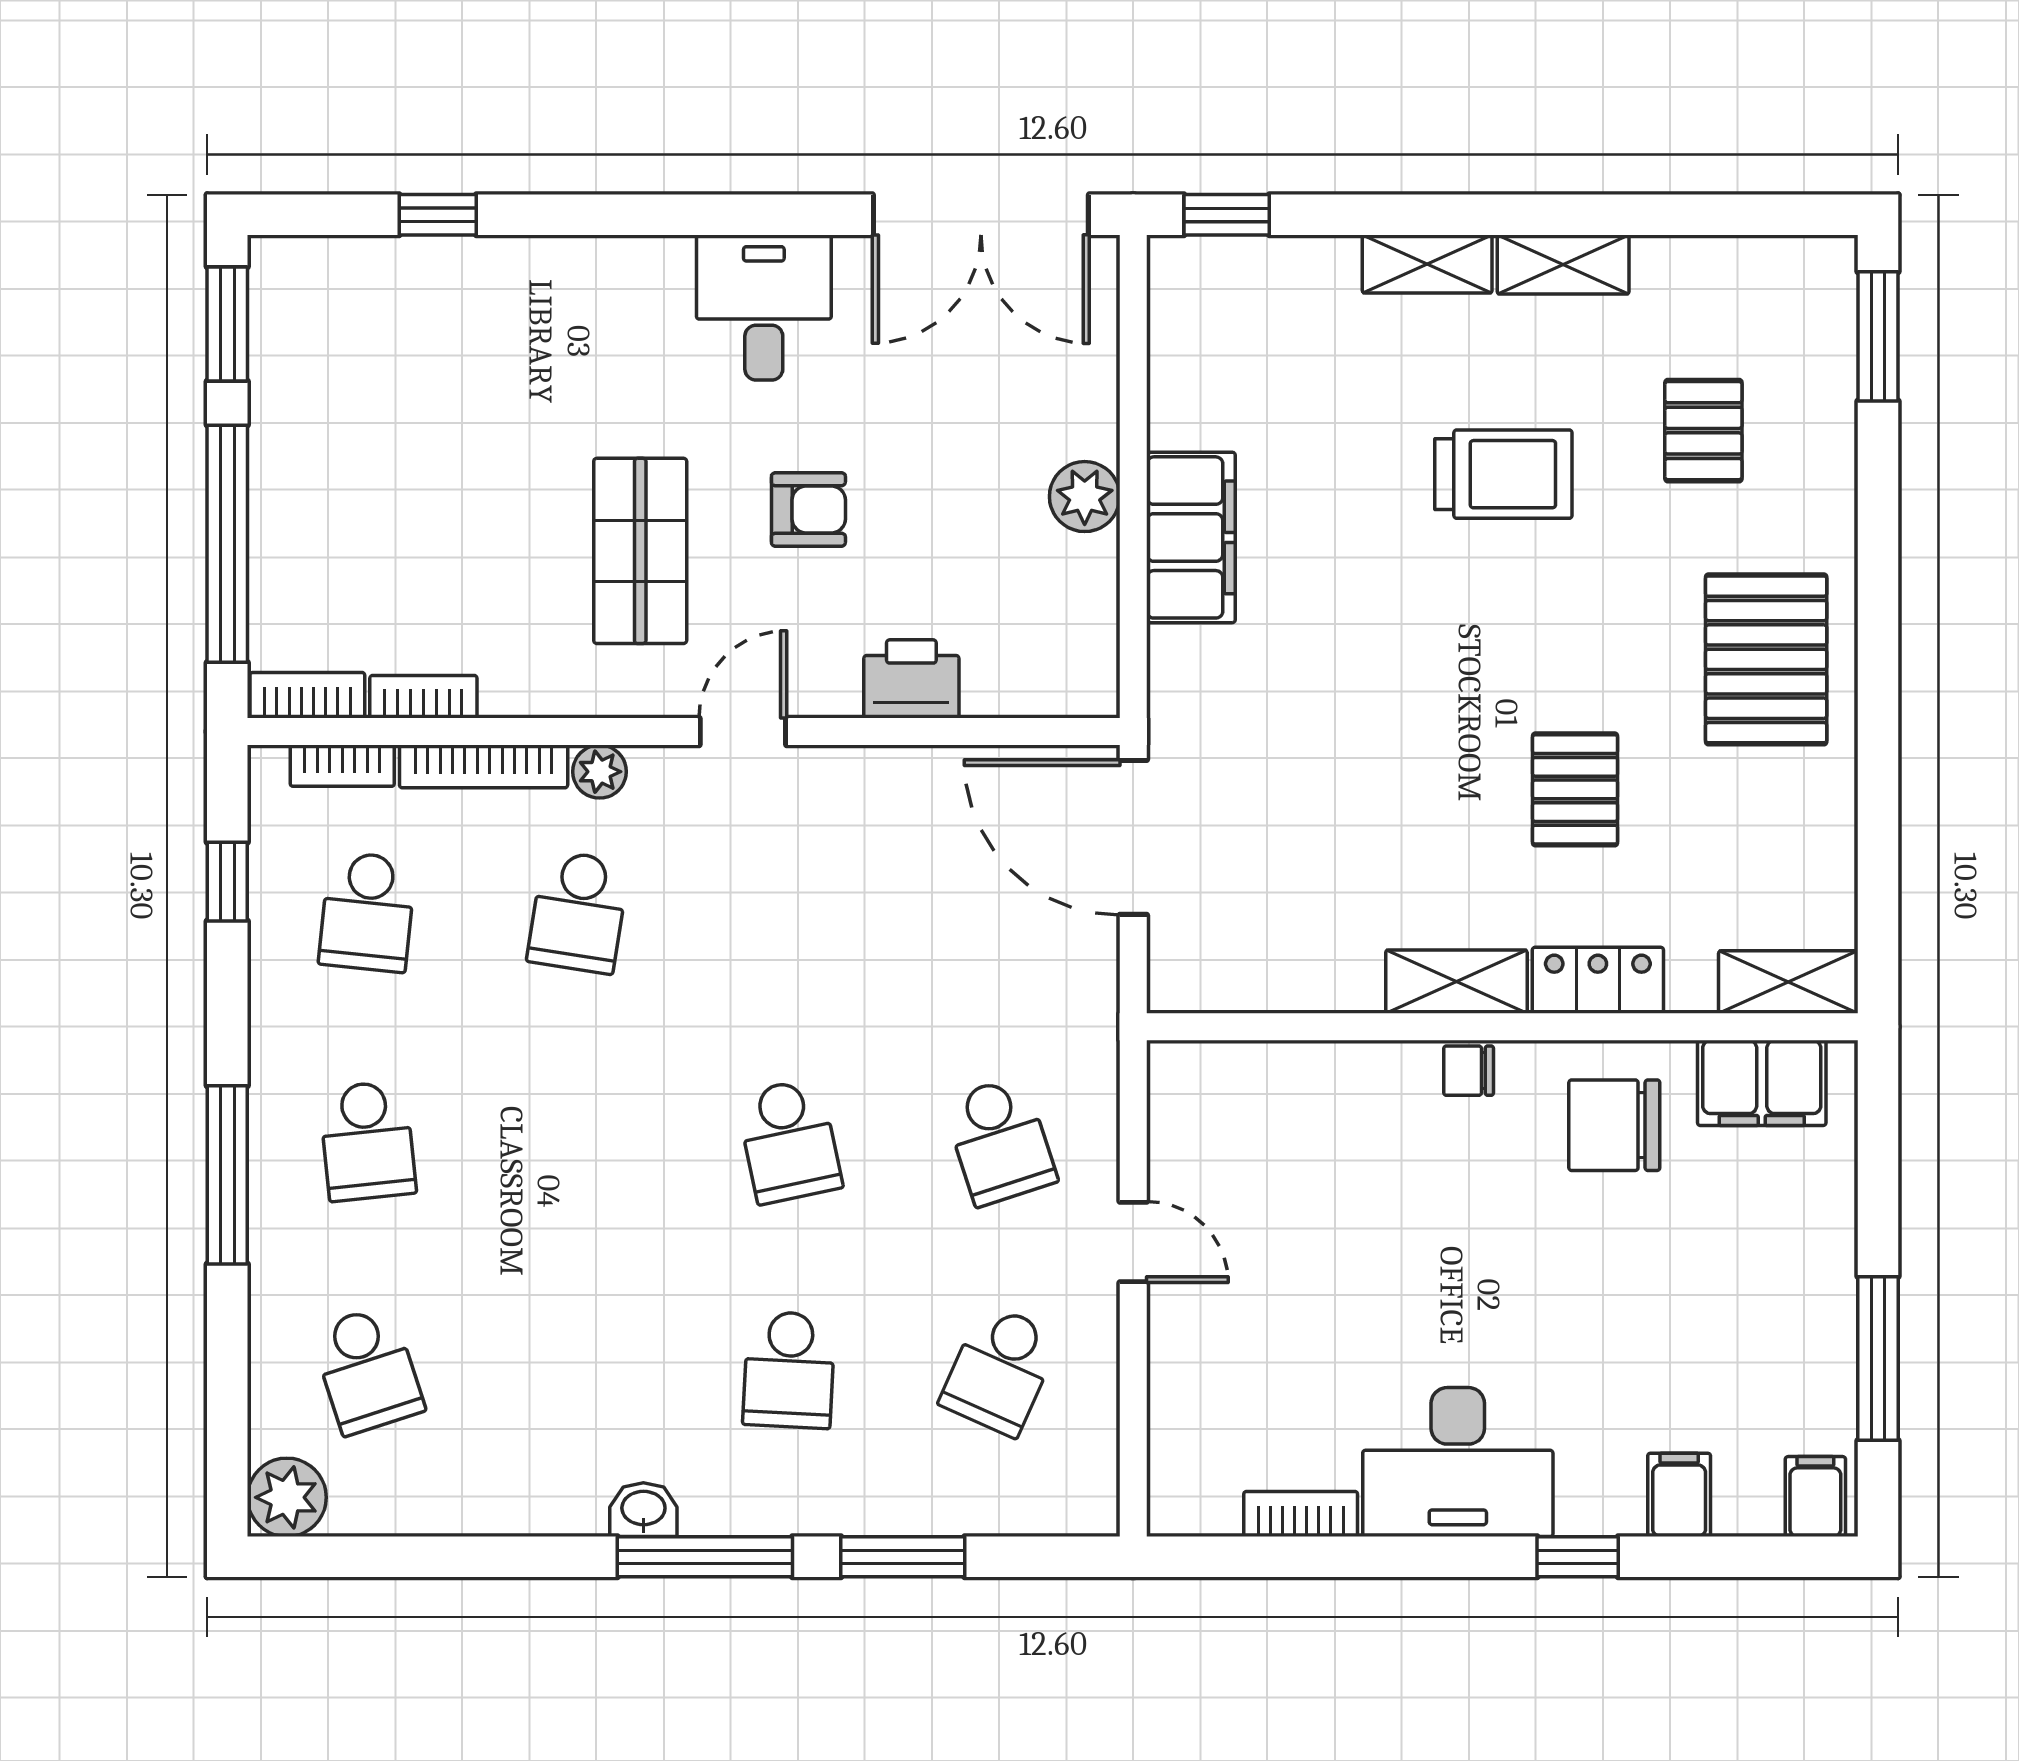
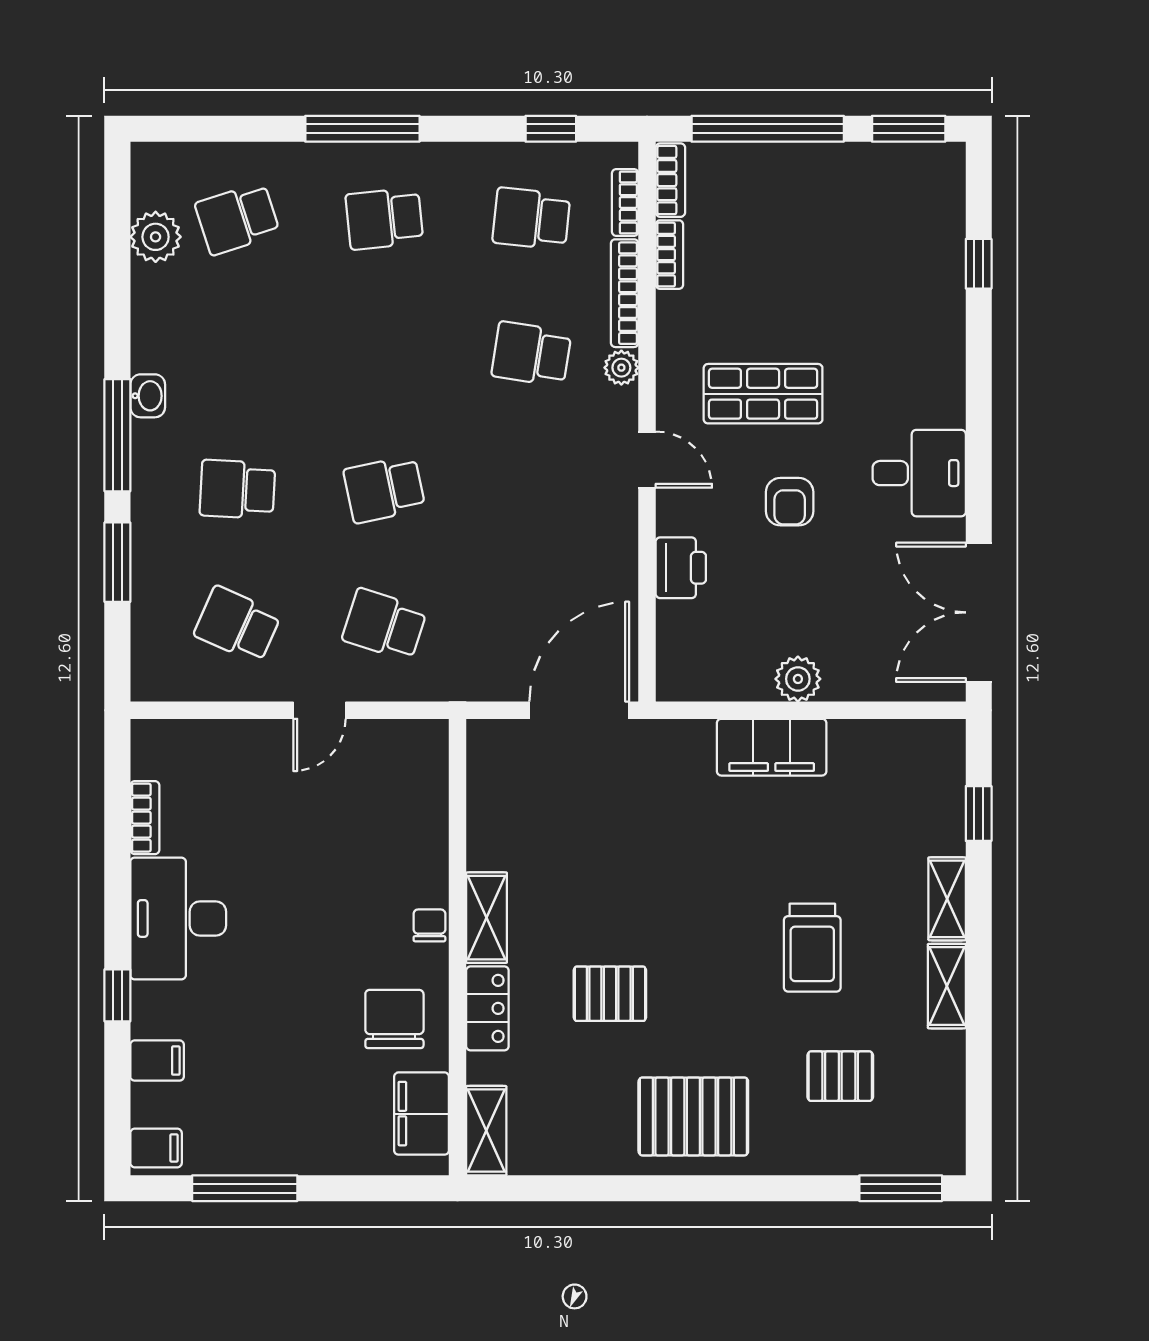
window: (1227, 215) -> (979, 814), moved
school desk: (1000, 1141) -> (384, 625), turned 36
plant: (287, 1497) -> (156, 237), moved

